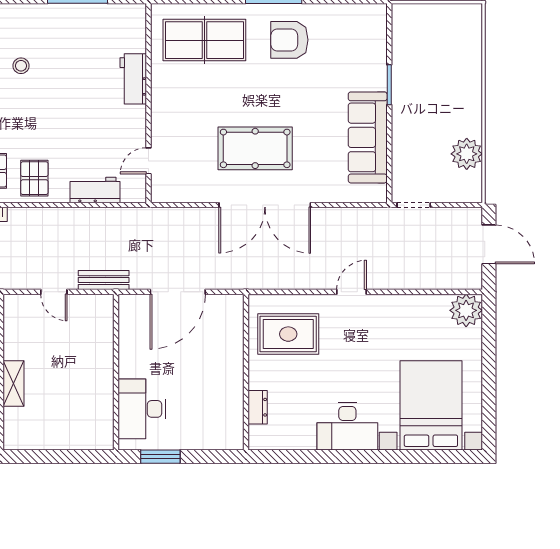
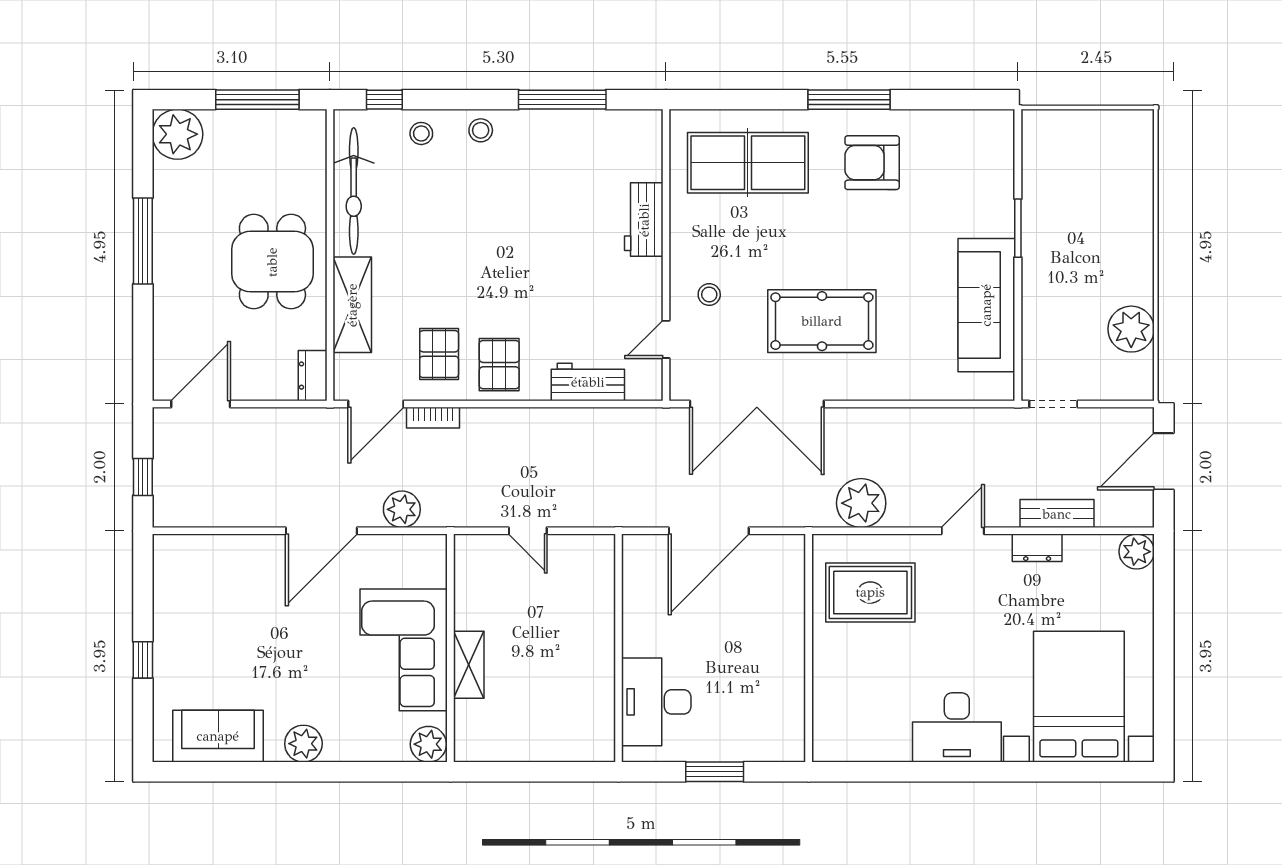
stool: (21, 66) -> (481, 130), moved
stool: (178, 130) -> (709, 294), added
double door: (265, 205) -> (757, 404), moved
door: (489, 244) -> (1164, 461), swing flipped
plant: (282, 273) -> (861, 503), added
bench: (104, 280) -> (1057, 514), moved
plant: (466, 310) -> (1137, 552), width x0.73, depth x0.73
dresser: (258, 407) -> (1037, 548), moved, turned 90
window: (160, 457) -> (715, 772), moved

